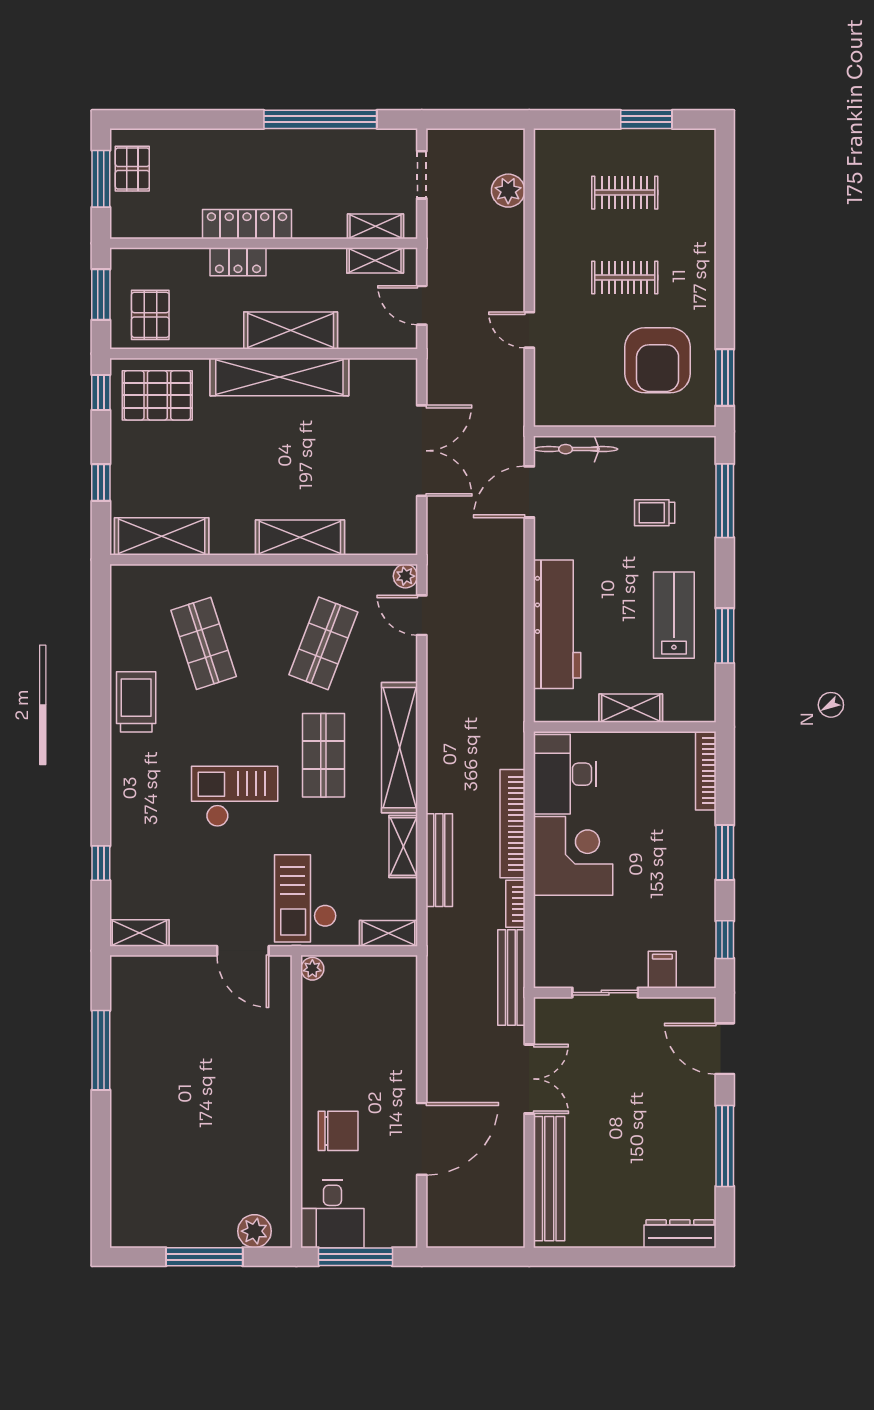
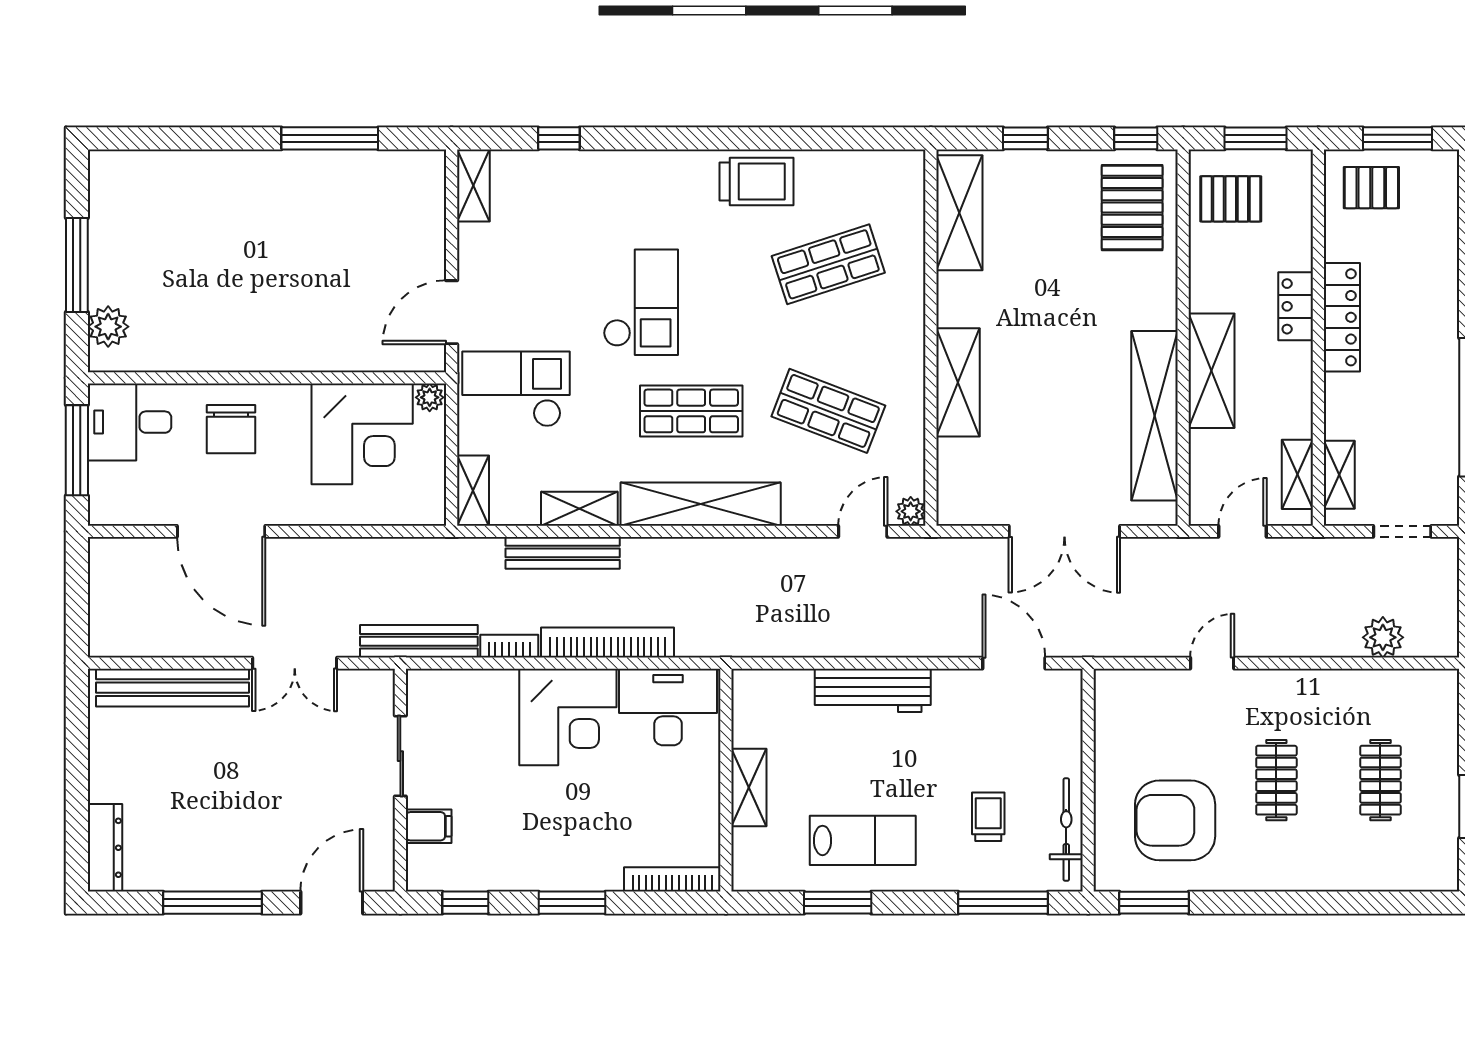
pallet: (132, 169) -> (1371, 188), moved
shelving: (279, 377) -> (1154, 416), moved
bicycle: (576, 449) -> (1066, 830), moved
workbench: (557, 624) -> (873, 690), width x0.73, depth x0.76
corner desk: (342, 1024) -> (362, 434), added

